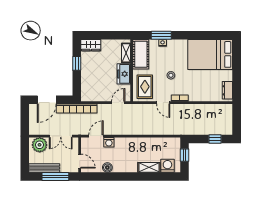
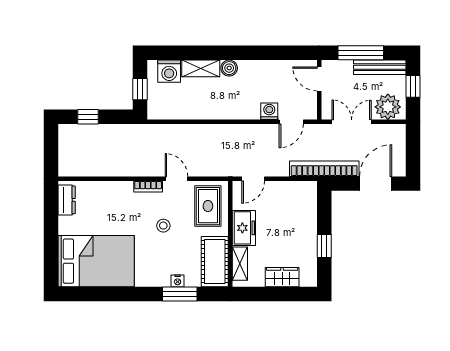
wardrobe: (91, 45) -> (282, 277), moved
window: (25, 157) -> (413, 86), added
boiler: (107, 167) -> (229, 68), moved

